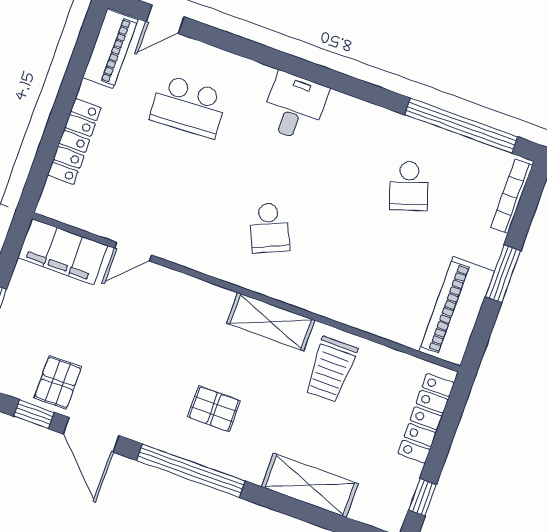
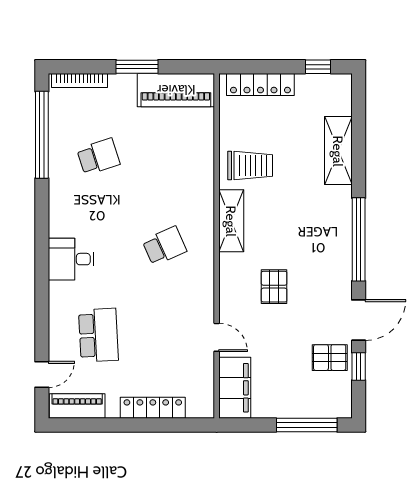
door: (165, 19) -> (42, 374), hinge flipped
pallet: (214, 409) -> (274, 287), moved

